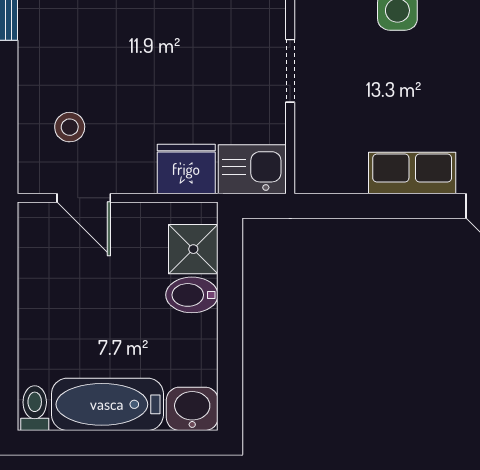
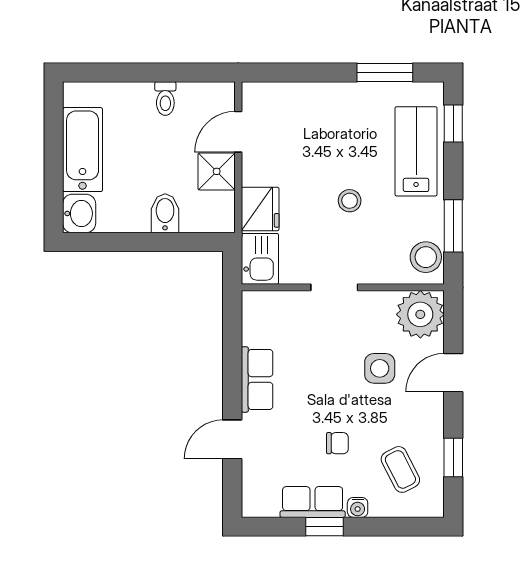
stool: (70, 127) -> (350, 201), moved
shower: (193, 249) -> (217, 171), moved
toilet: (35, 408) -> (165, 99), moved, turned 90

